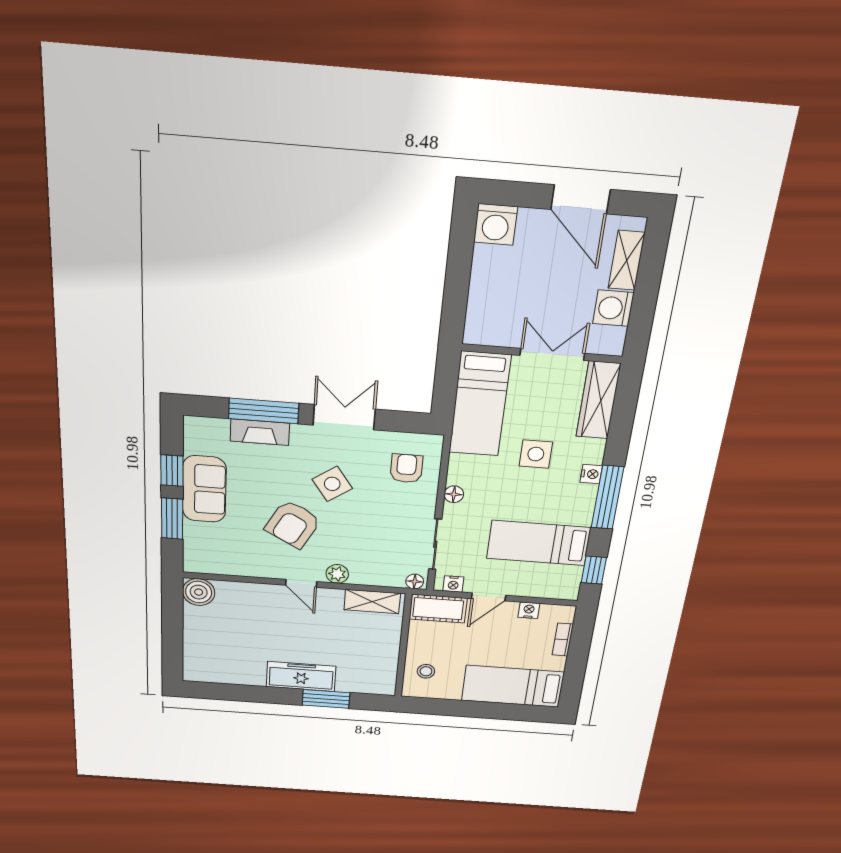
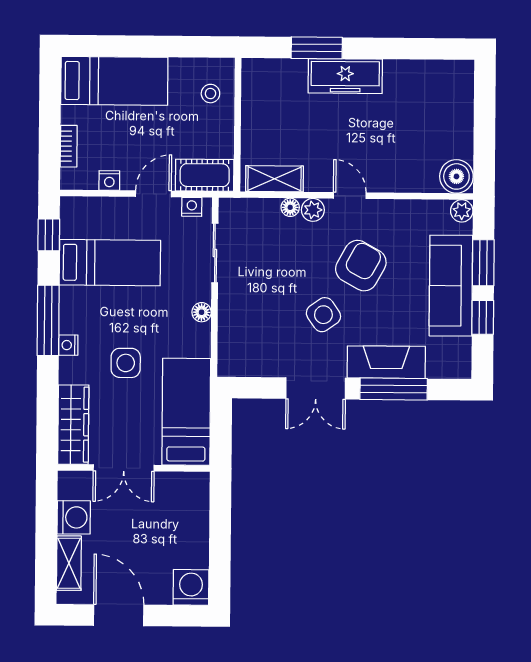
fireplace: (260, 432) -> (386, 362), width x1.37, depth x1.32
armchair: (406, 468) -> (251, 337), removed
sofa: (204, 489) -> (451, 286), width x1.36
plant: (193, 564) -> (462, 211), added
floor lamp: (415, 581) -> (290, 207), moved

